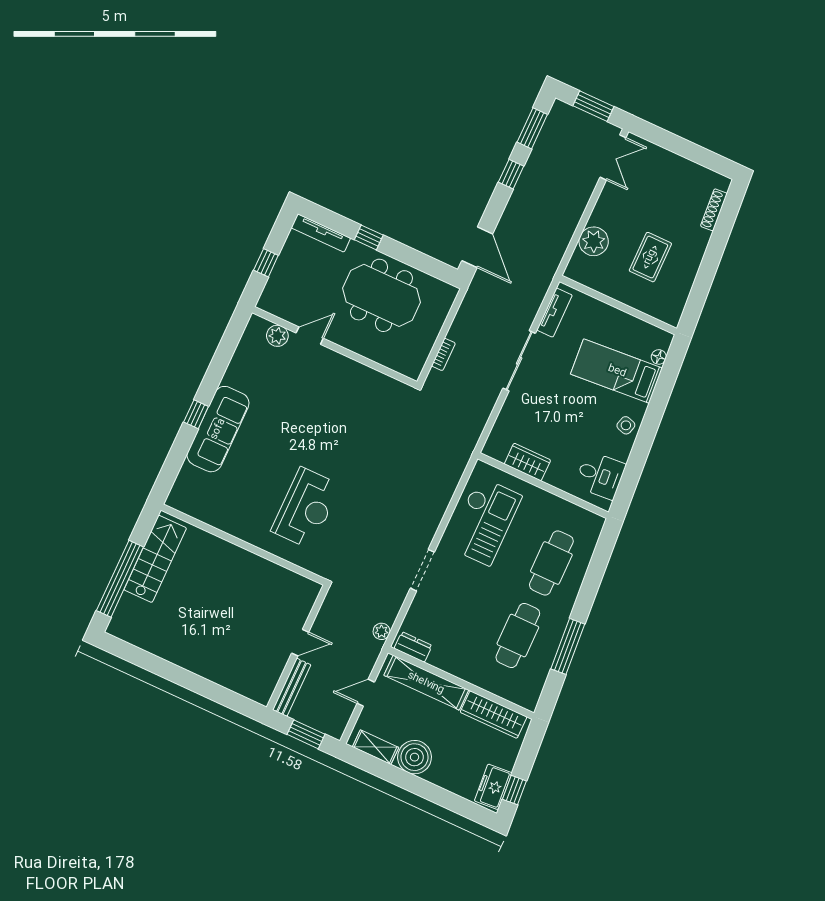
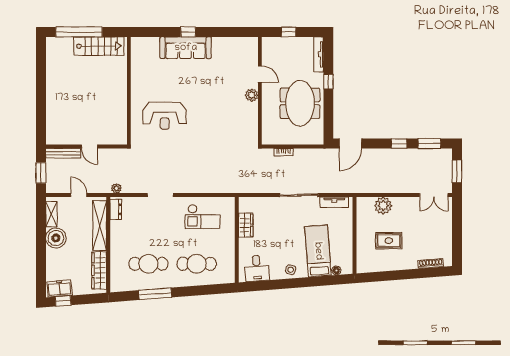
plant: (277, 336) -> (252, 95), moved
checkout: (484, 521) -> (203, 217), width x0.73, depth x0.83

